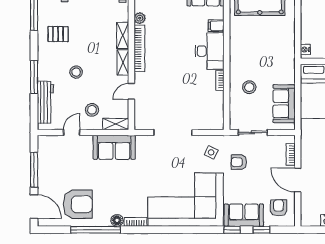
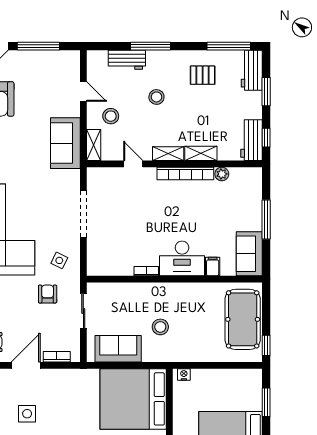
pallet: (58, 34) -> (203, 75), turned 90
stool: (249, 87) -> (160, 327), moved
workbench: (45, 102) -> (127, 60), width x0.73

